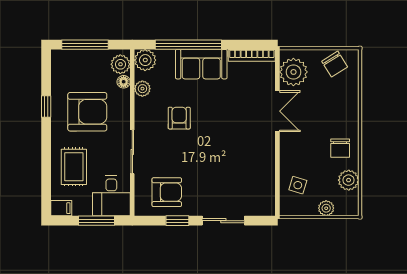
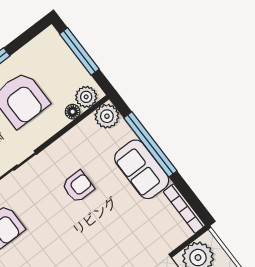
plant: (142, 89) -> (79, 133), removed

